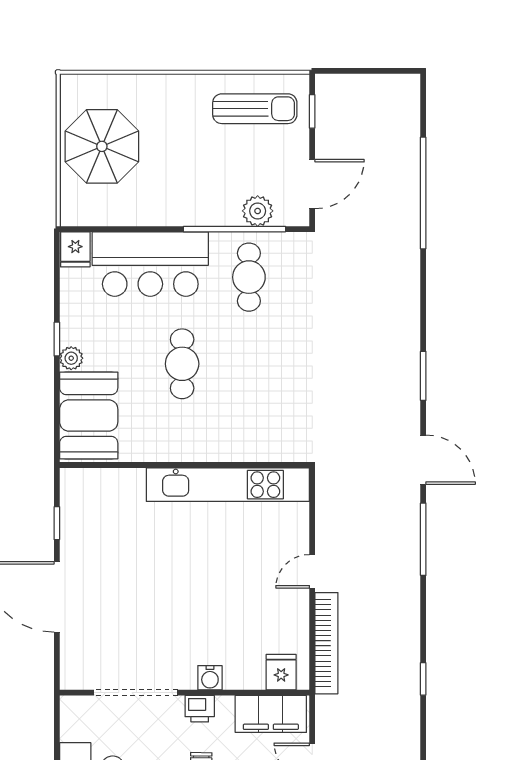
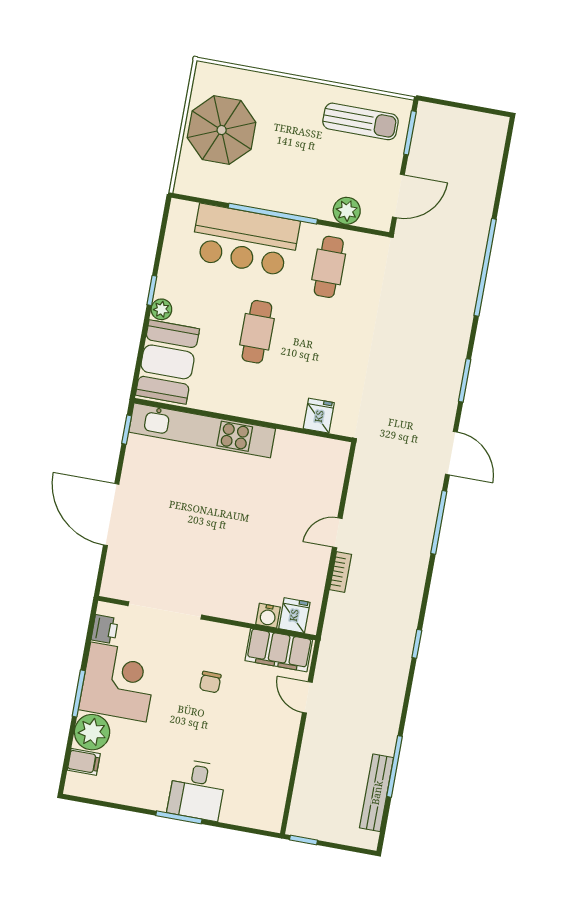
window: (312, 111) -> (410, 133), width x1.50
window: (423, 193) -> (485, 267), moved
window: (234, 229) -> (273, 214), moved
fridge: (75, 249) -> (319, 416), moved, turned 180
kitchen unit: (228, 485) -> (202, 430), moved
window: (57, 523) -> (127, 430), moved
bookcase: (326, 643) -> (340, 572), width x0.43, depth x0.76
water cooler: (210, 678) -> (268, 616), moved
printer: (200, 709) -> (105, 629), moved, turned -90

